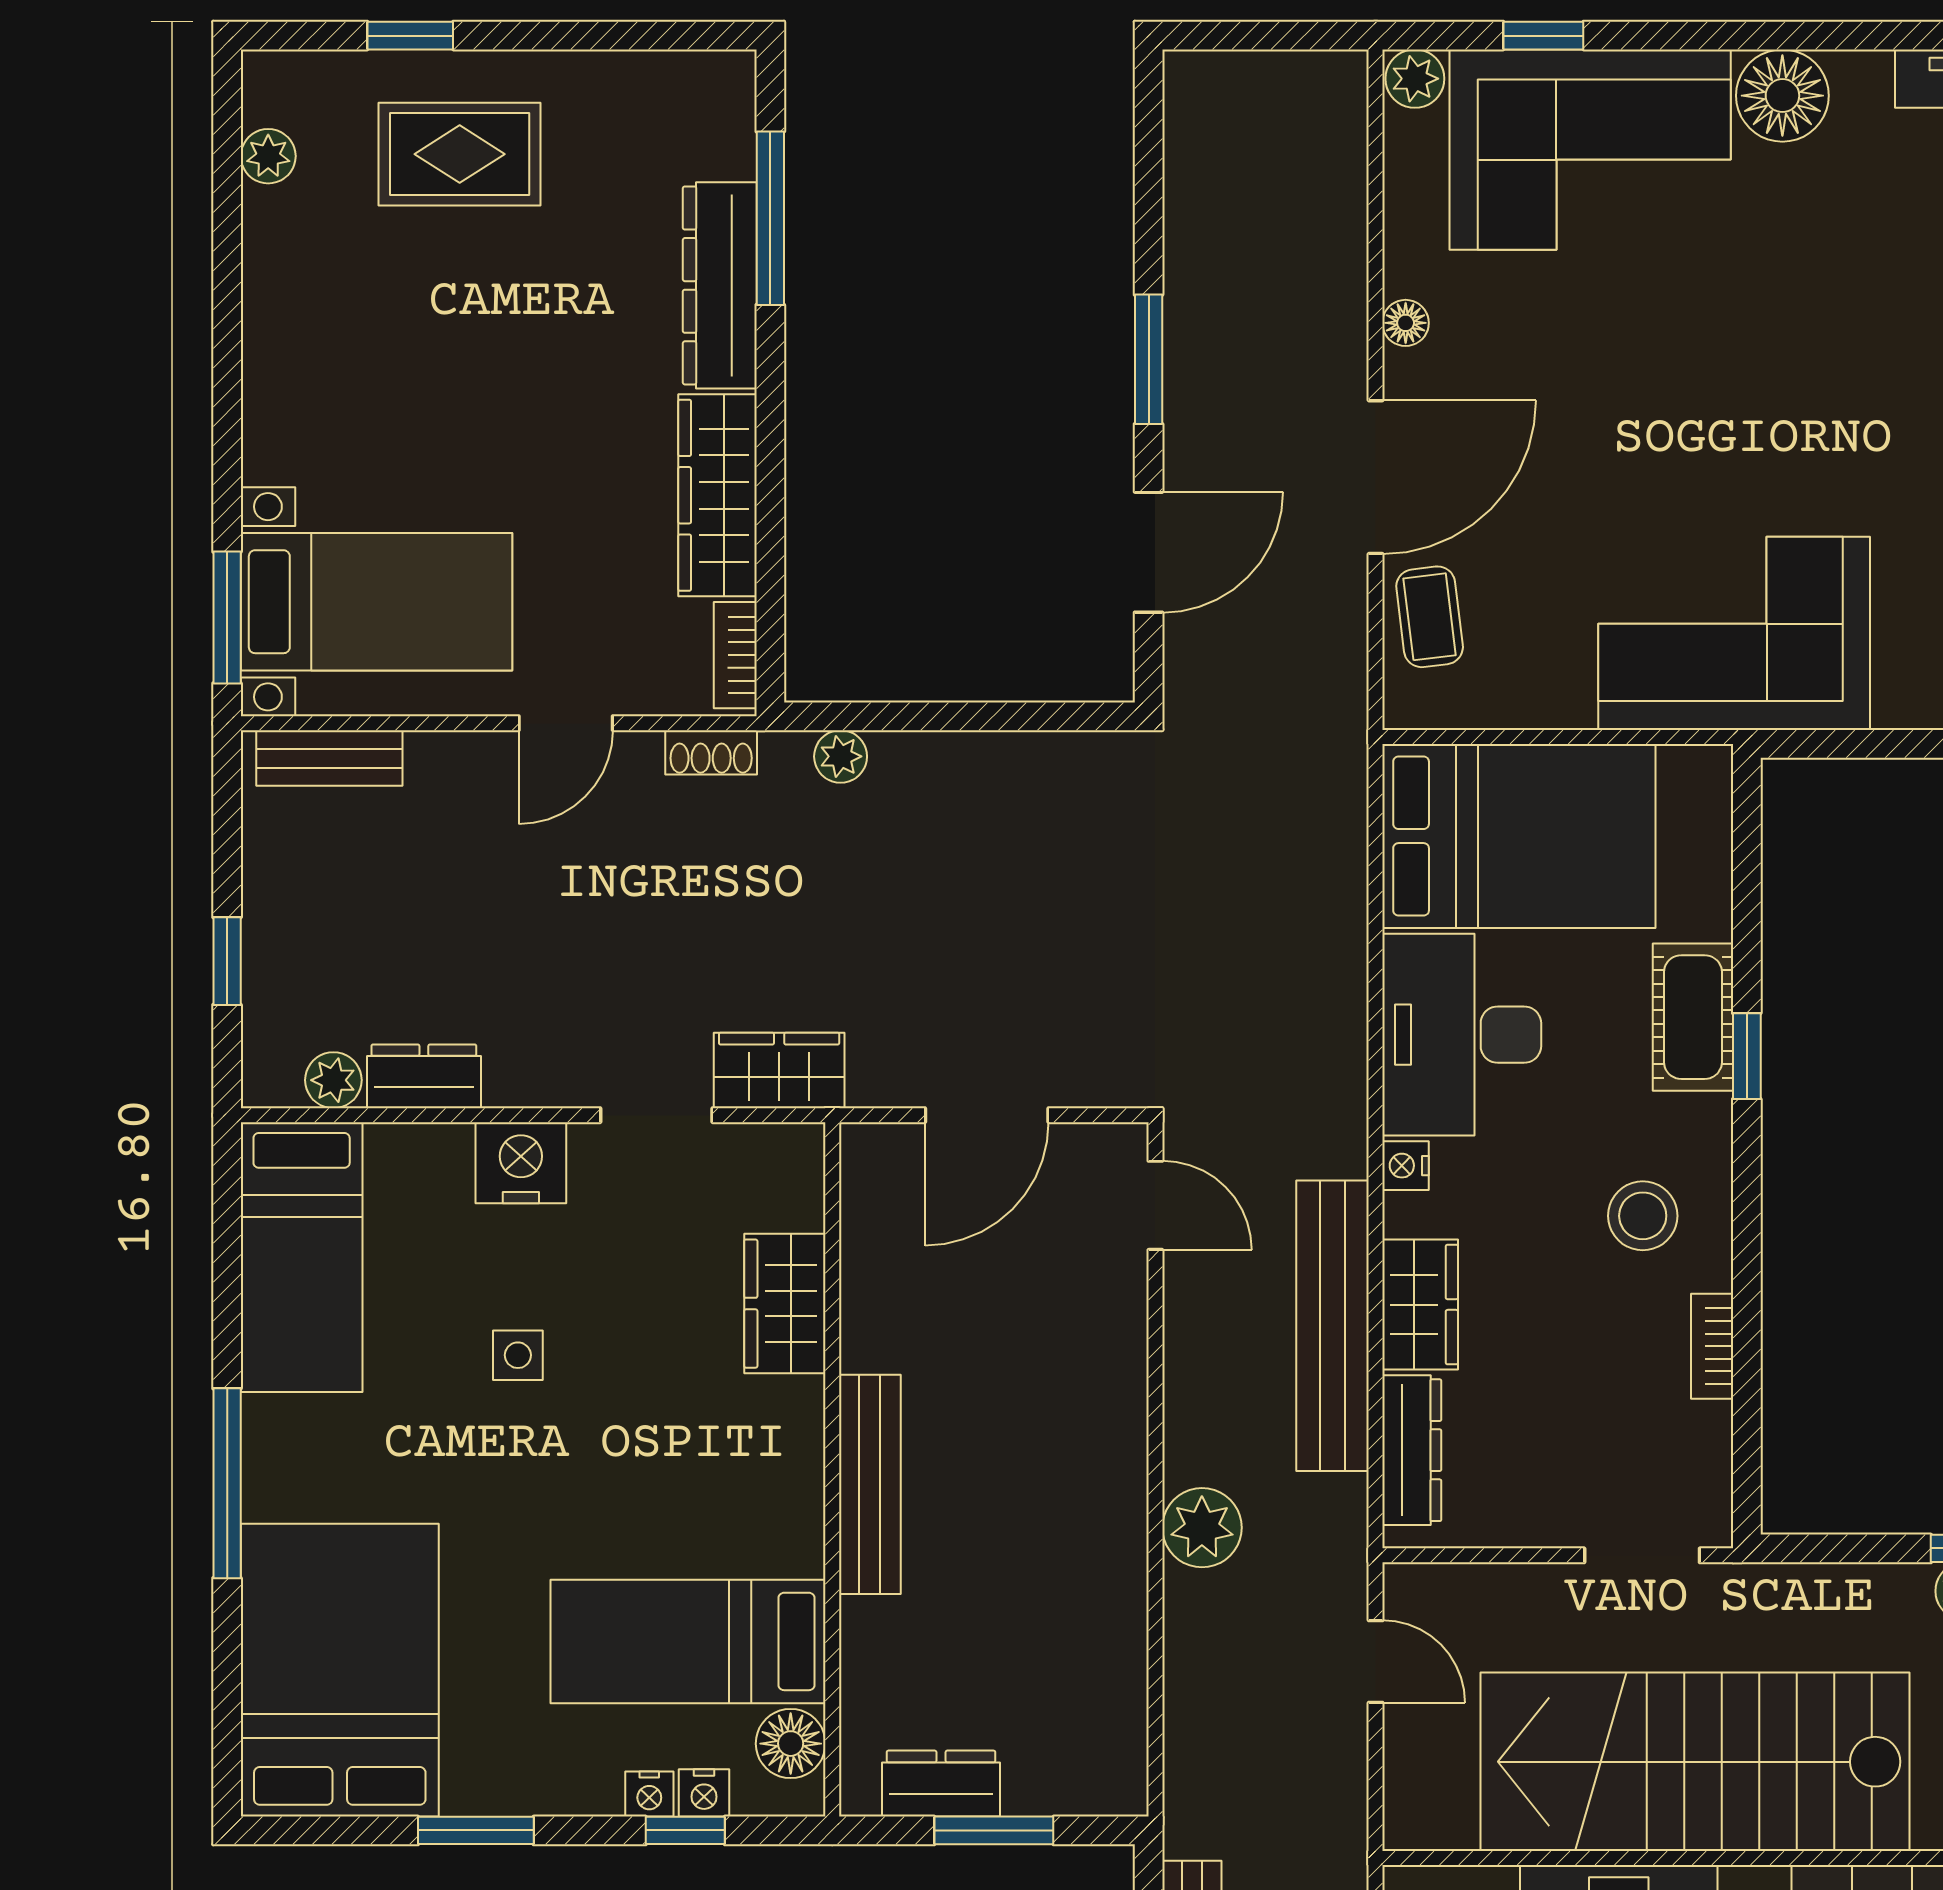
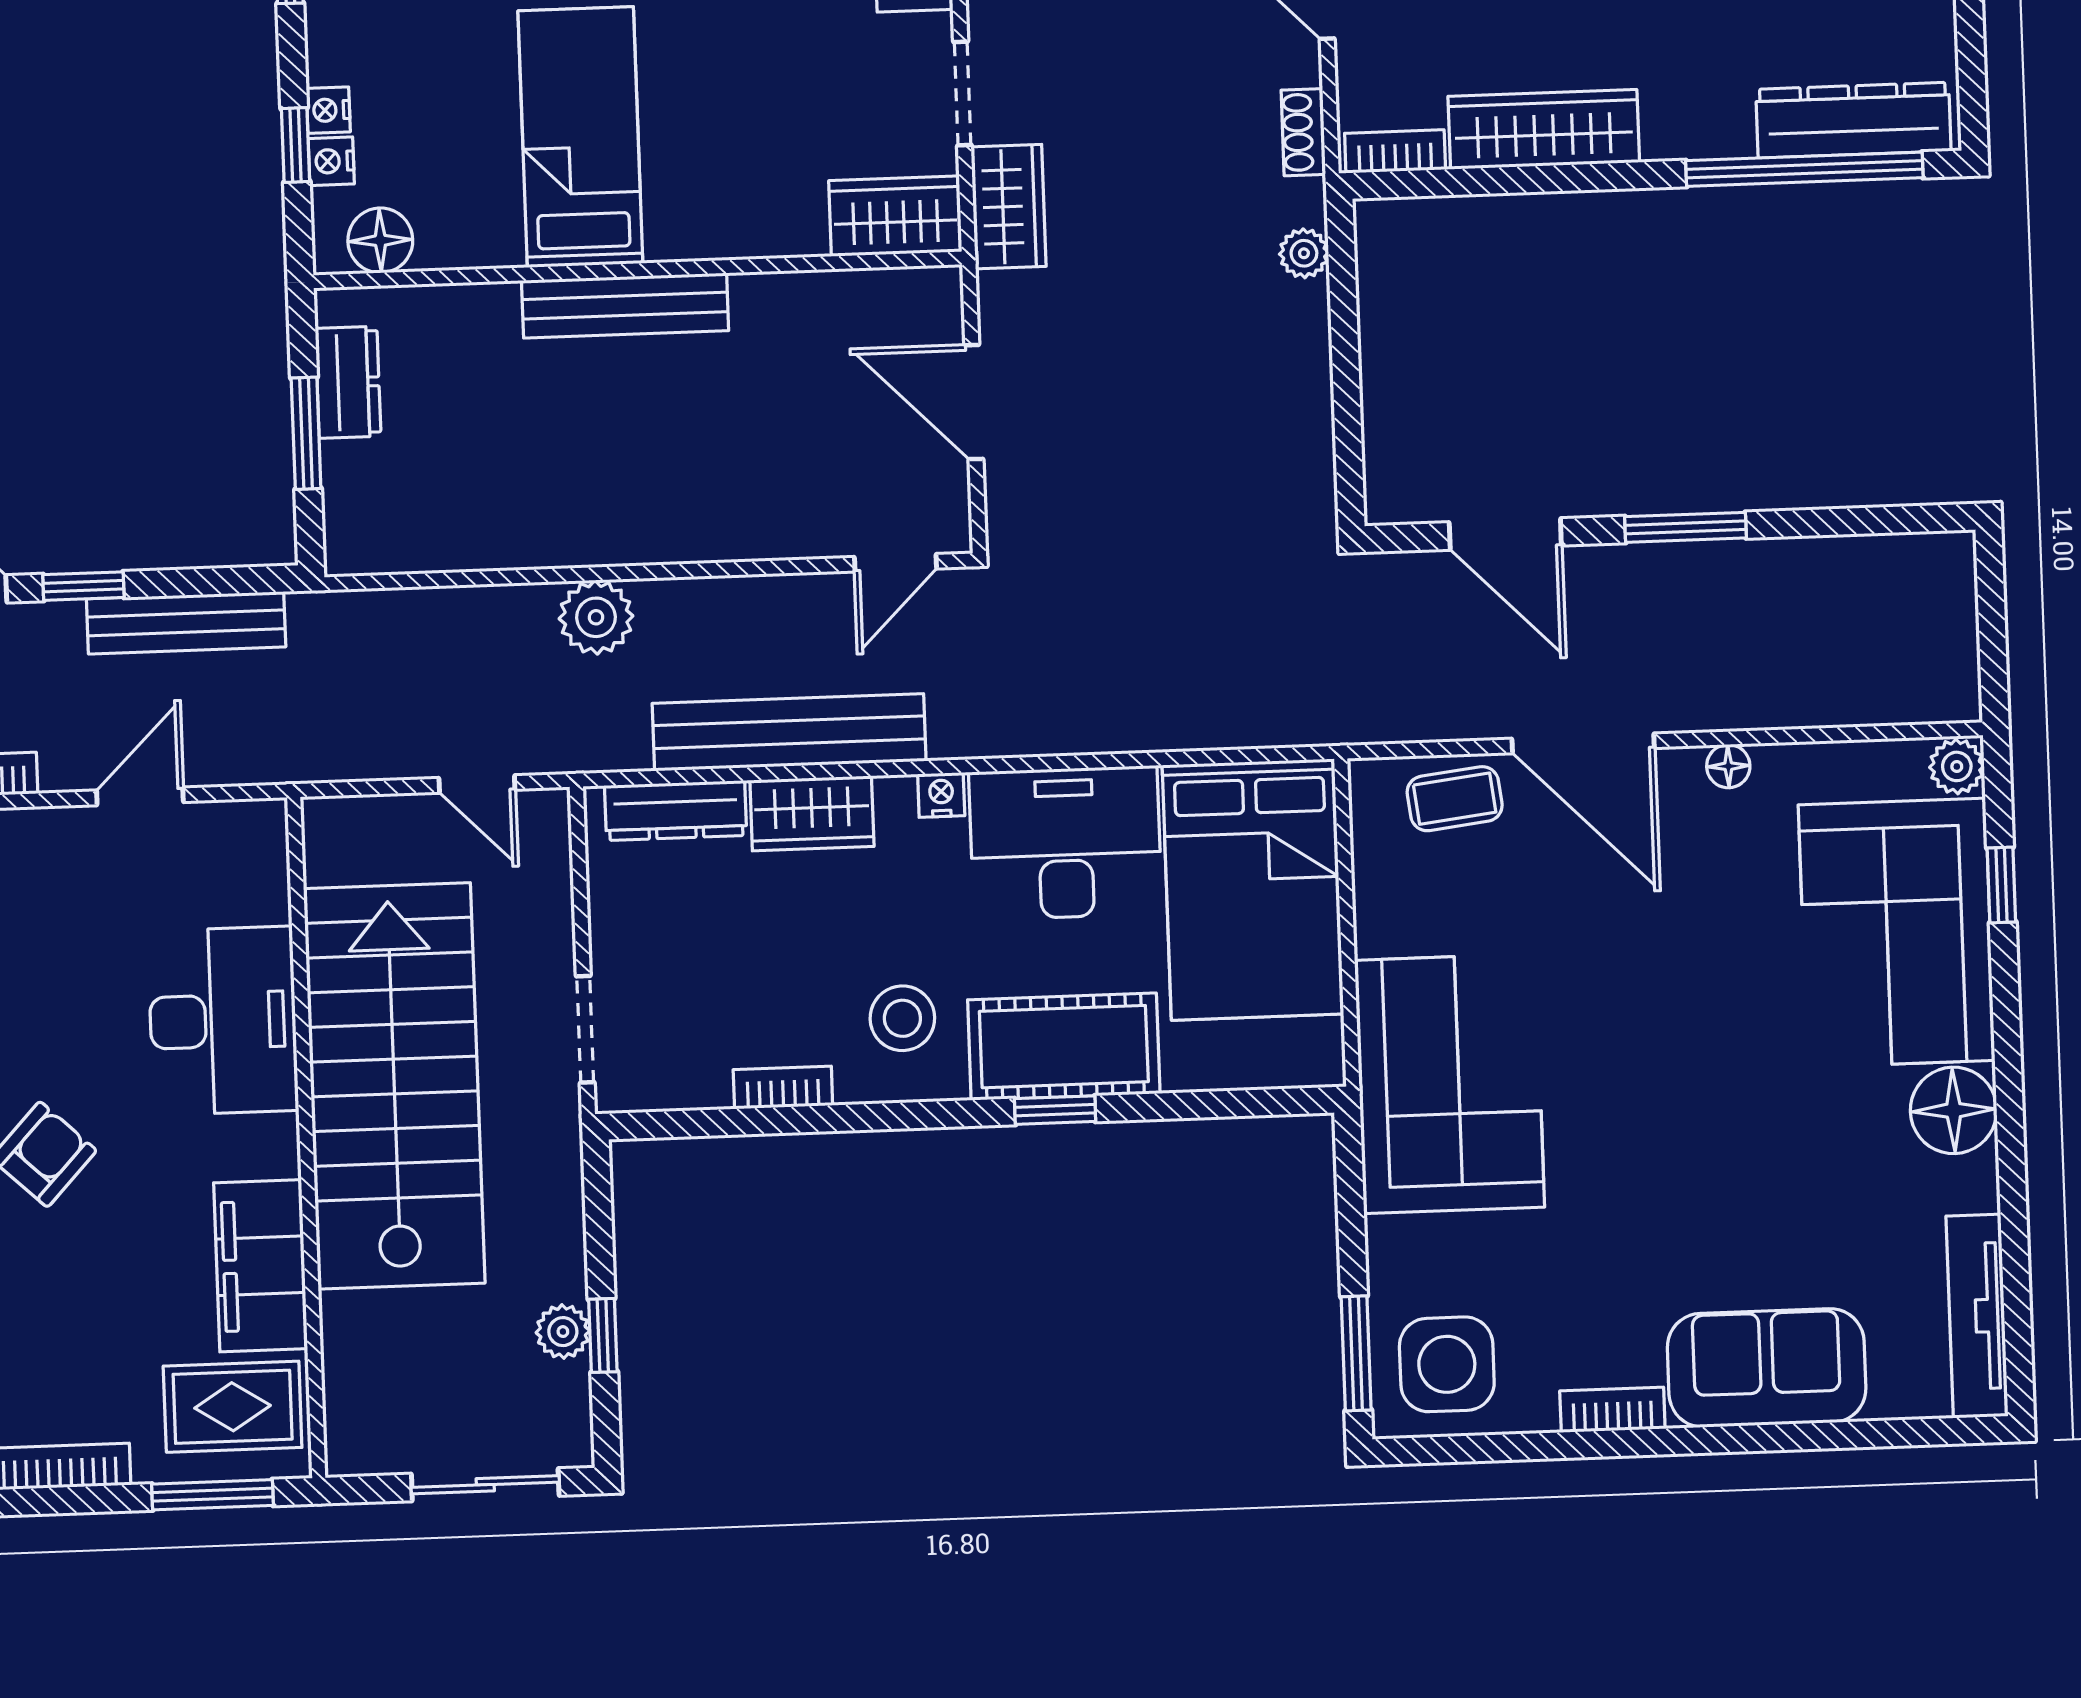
window: (770, 218) -> (1804, 169), width x1.46
dresser: (720, 285) -> (1853, 120), moved
cot: (1693, 1017) -> (1064, 1047), width x1.37, depth x1.34
wardrobe: (785, 1304) -> (895, 216), moved
bed: (688, 1641) -> (580, 137), moved
door: (1376, 1661) -> (477, 784), hinge flipped

